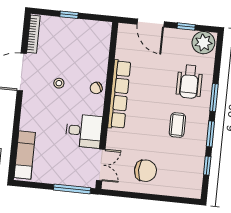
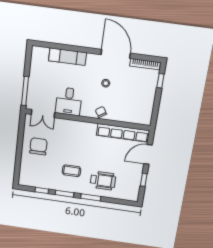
window: (69, 15) -> (160, 81), moved
plant: (203, 43) -> (131, 192), removed
wheelchair: (189, 82) -> (103, 181), turned 180
row of seats: (119, 94) -> (123, 133), moved
exam couch: (25, 155) -> (68, 57), moved
chair: (145, 171) -> (38, 146), turned 180

